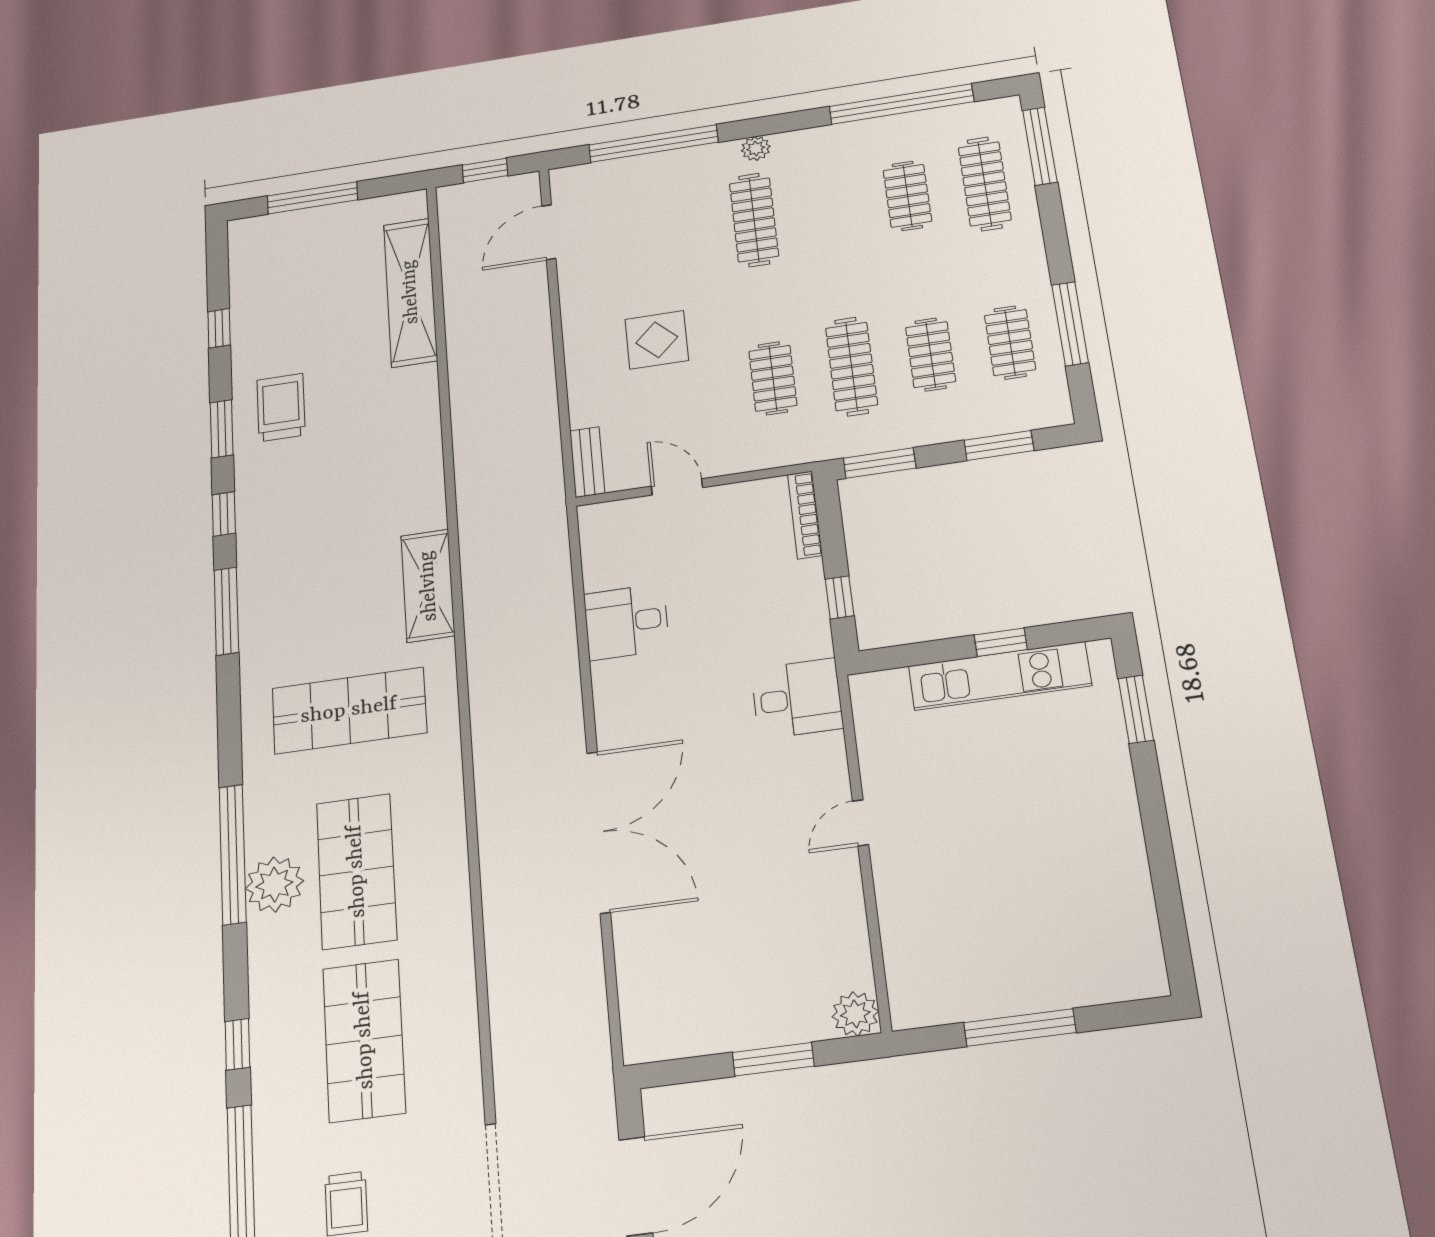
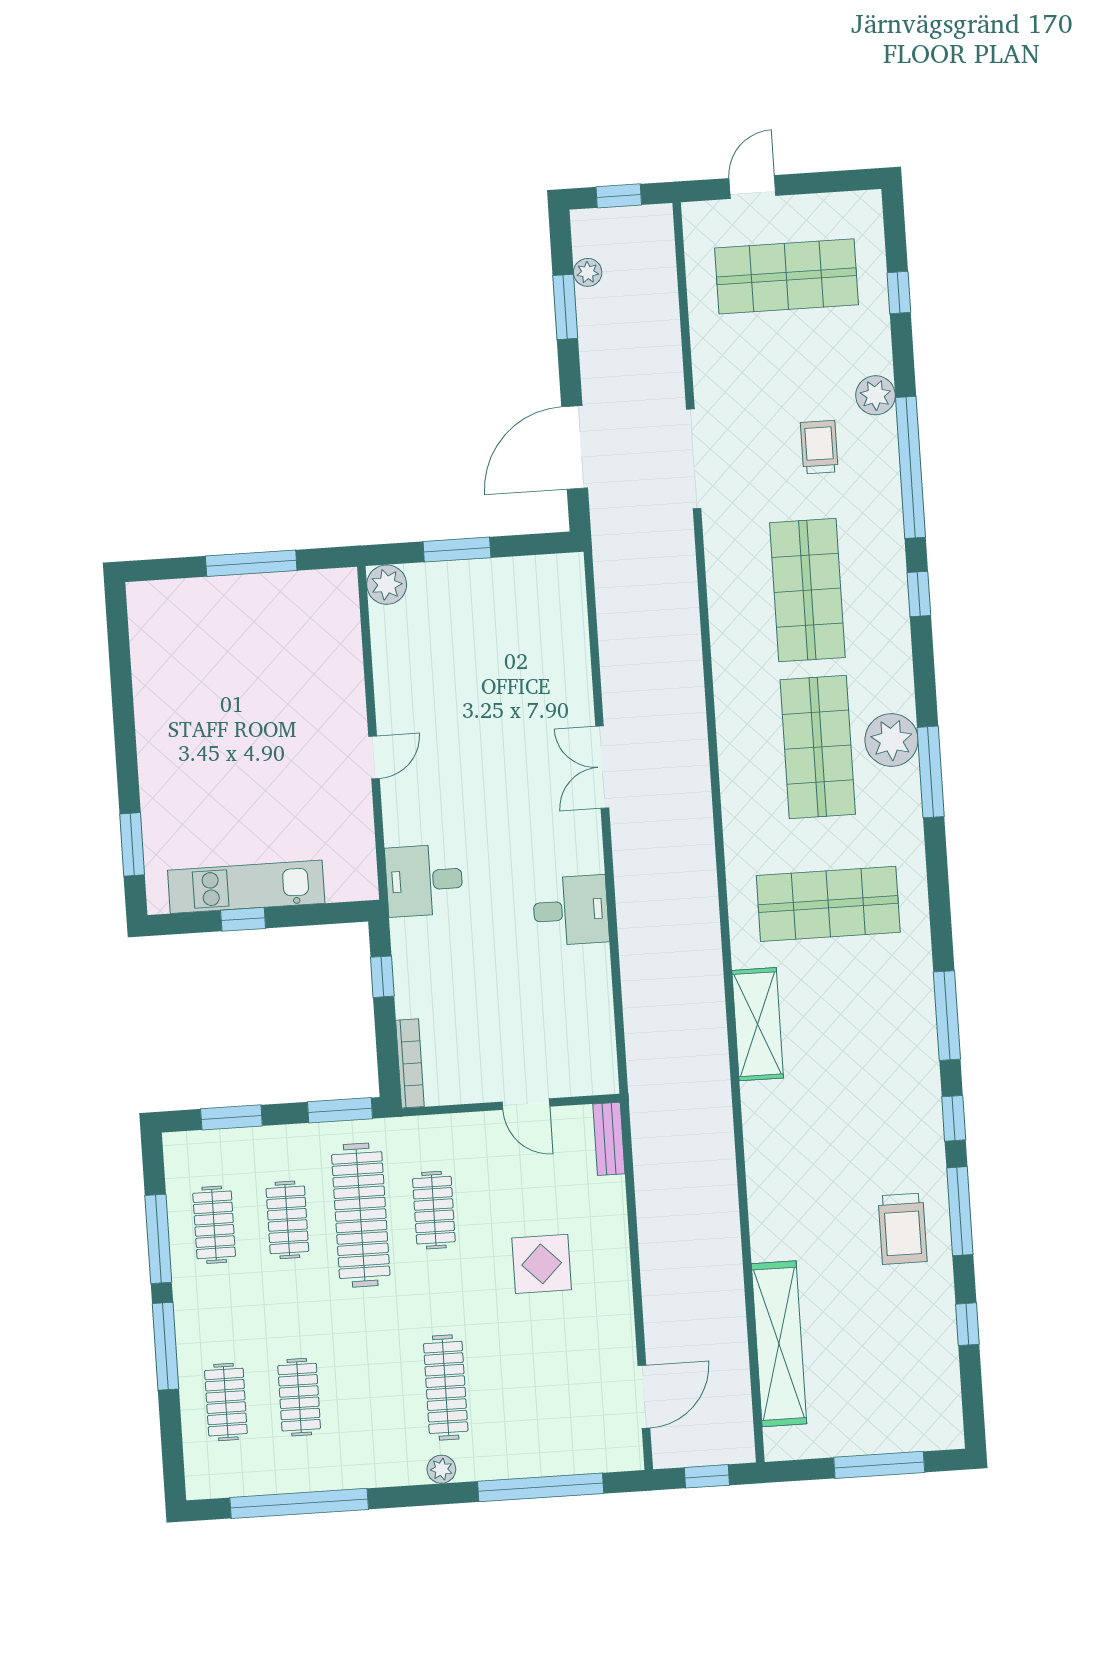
window: (1040, 146) -> (165, 1346), moved
clothes rail: (985, 184) -> (226, 1402), width x0.73
clothes rail: (852, 366) -> (361, 1215), width x1.37, depth x1.31
window: (222, 429) -> (960, 1211), width x1.44
desk: (626, 622) -> (571, 910), moved
double door: (599, 832) -> (602, 767), width x0.54
window: (233, 854) -> (931, 772), width x0.68

